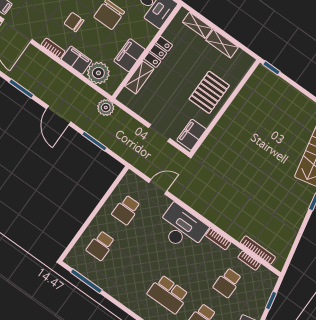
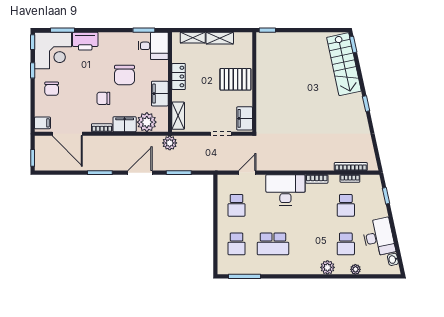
shelving: (139, 77) -> (178, 116), moved
pallet: (209, 92) -> (235, 79), turned 90
door: (59, 115) -> (140, 173), swing flipped
school desk: (168, 294) -> (273, 244), moved

